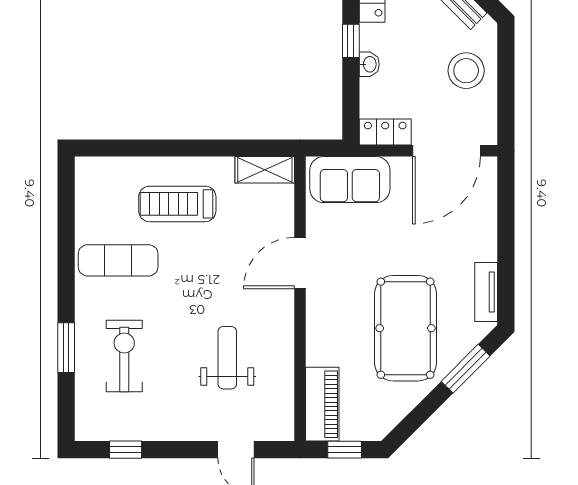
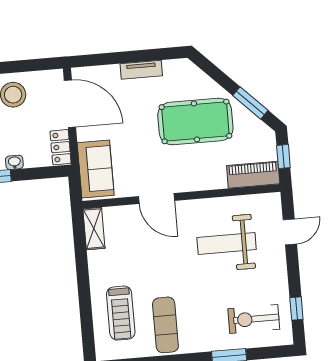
treadmill: (177, 204) -> (121, 313), moved
tv unit: (486, 292) -> (141, 70), moved
exercise bike: (124, 356) -> (254, 319), moved
weight bench: (227, 358) -> (227, 243), width x1.36, depth x1.33
window: (466, 369) -> (250, 103), moved

